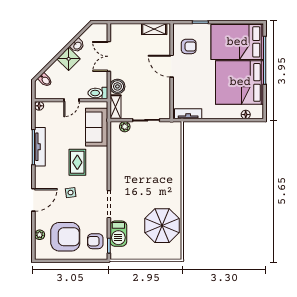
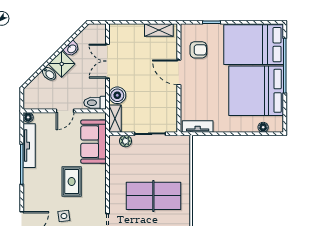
bidet: (45, 80) -> (49, 74), moved
tv unit: (40, 147) -> (29, 146), moved
table tennis table: (149, 175) -> (153, 196), added

